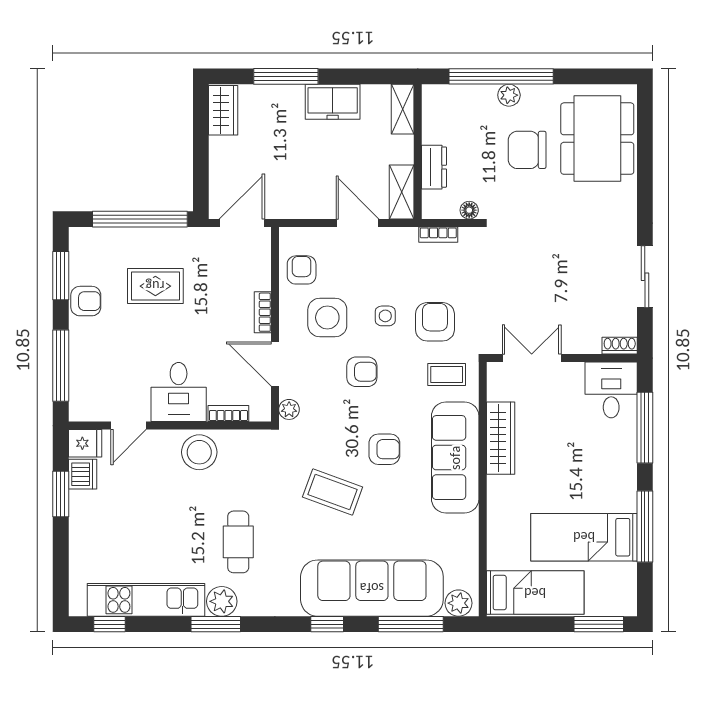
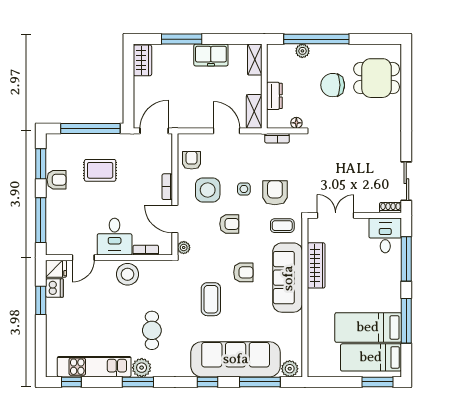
plant: (509, 95) -> (302, 51), moved
dining table: (597, 139) -> (377, 78), width x0.73
sliding door: (645, 277) -> (406, 181), moved
coffee table: (333, 492) -> (211, 299), turned 70
bed: (535, 593) -> (371, 357), moved, turned 180

